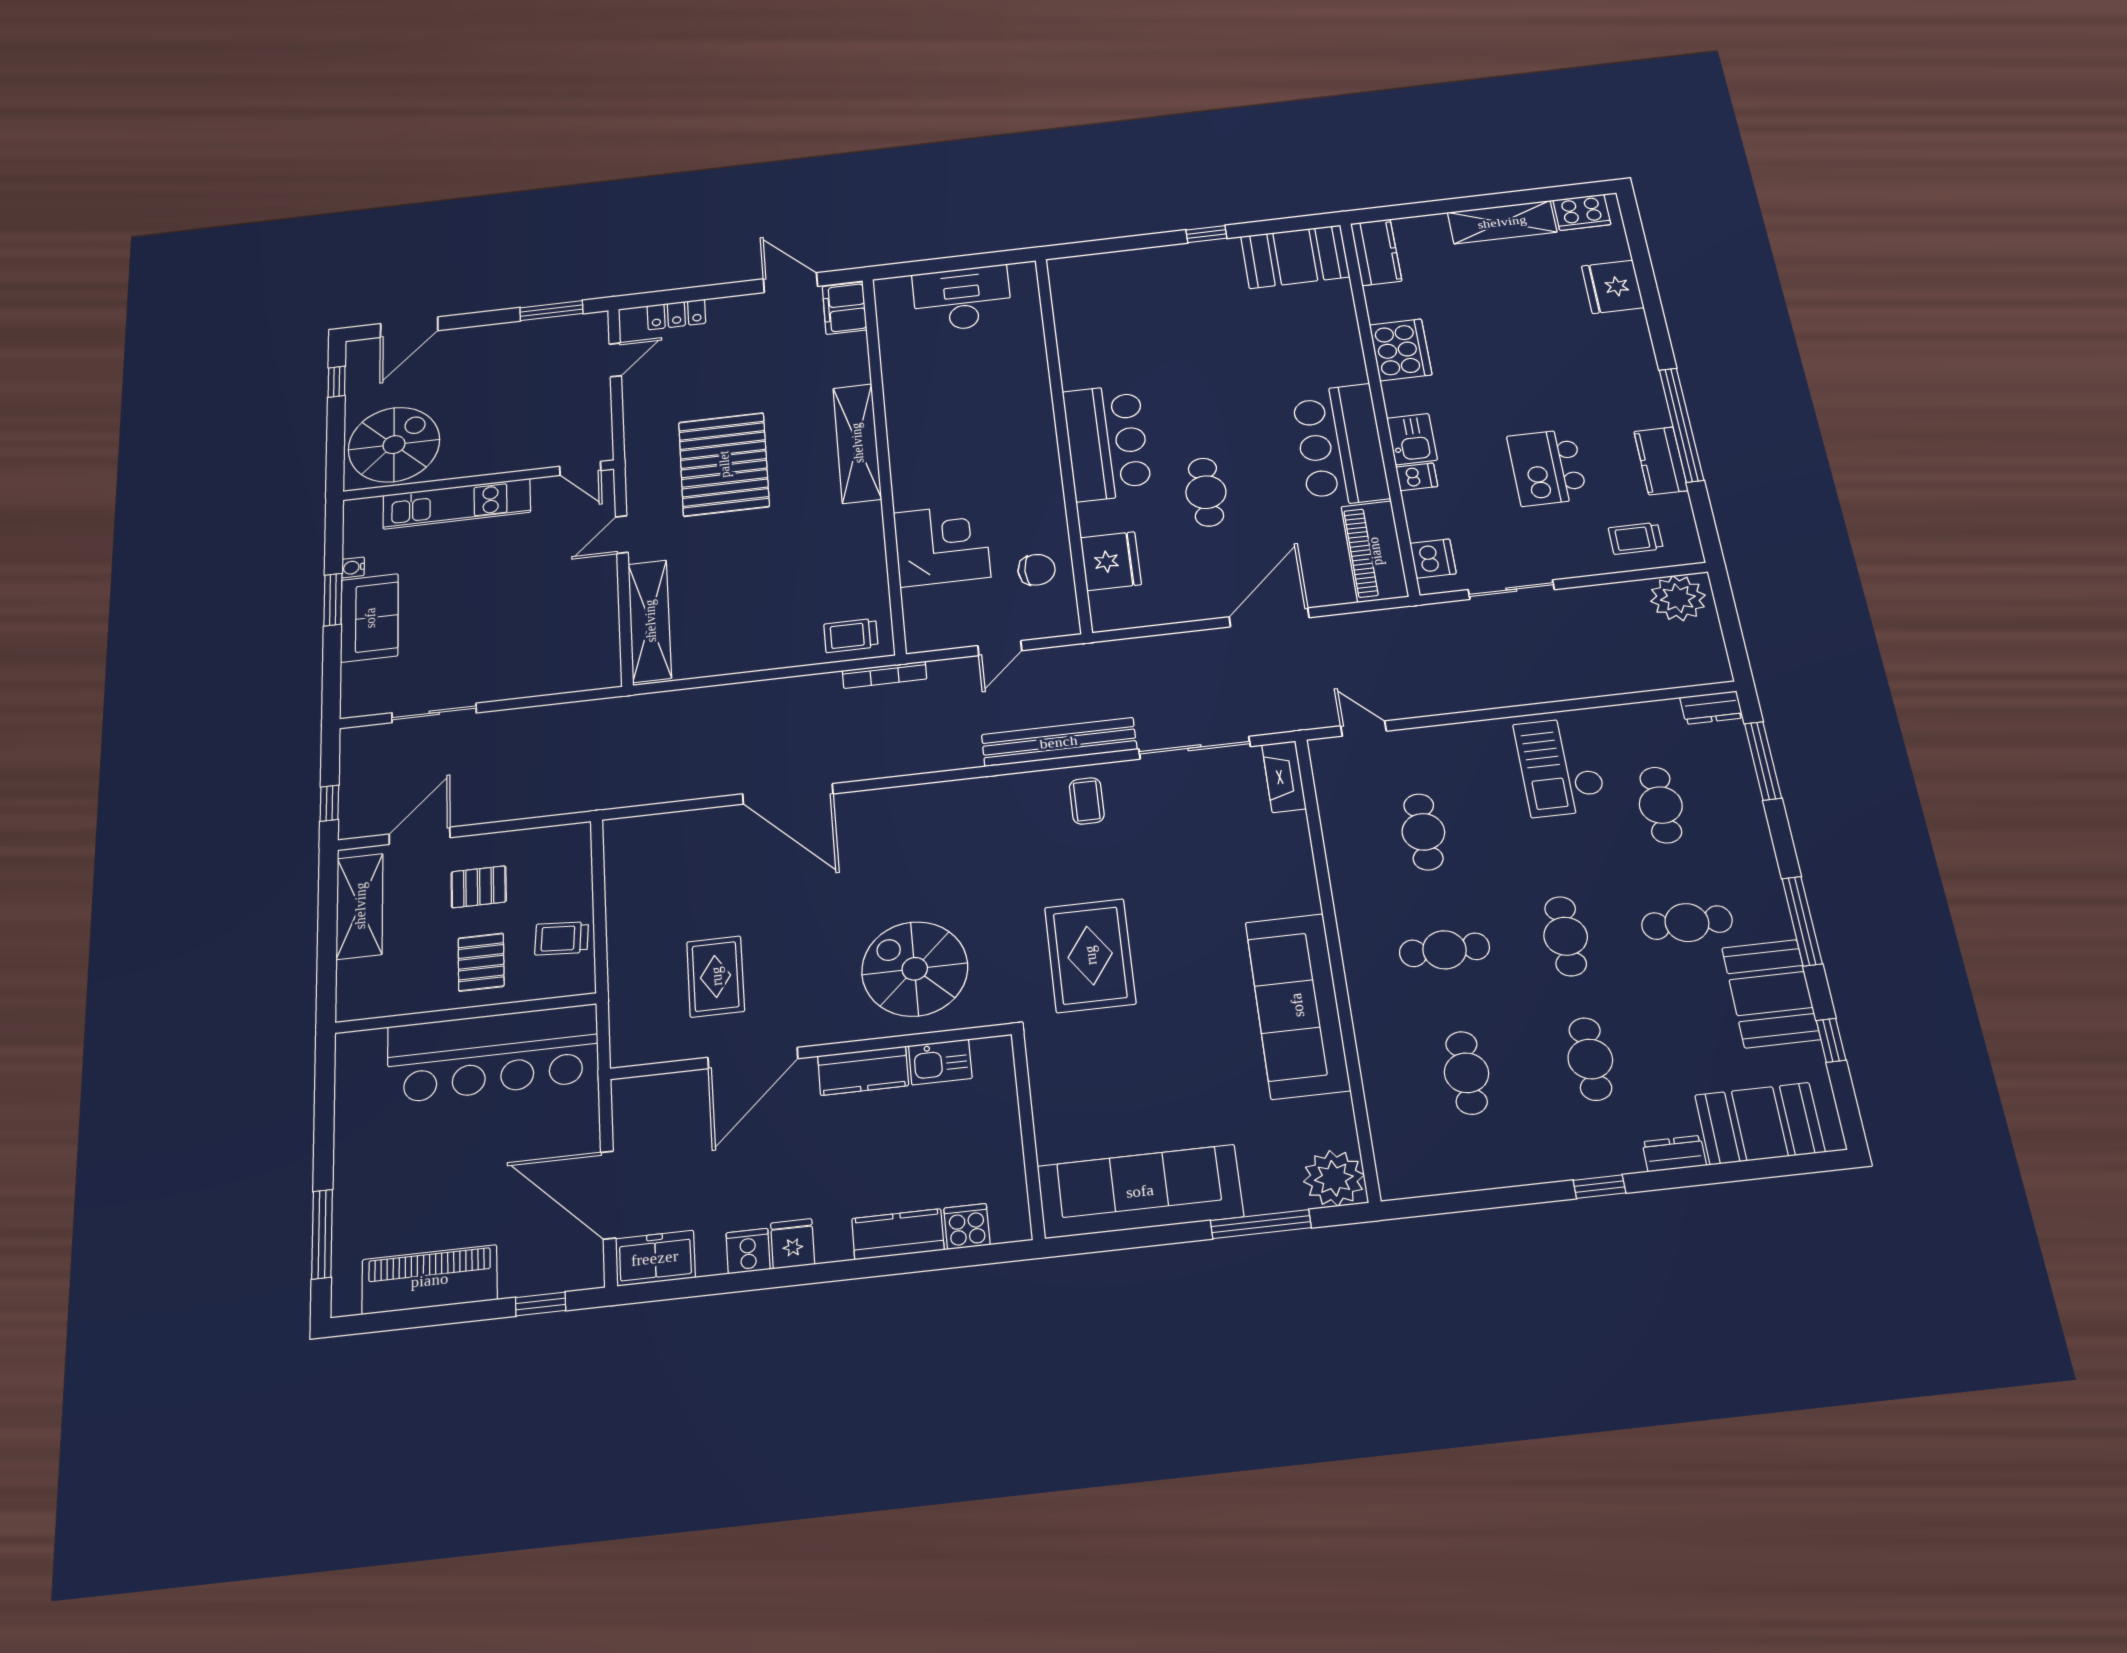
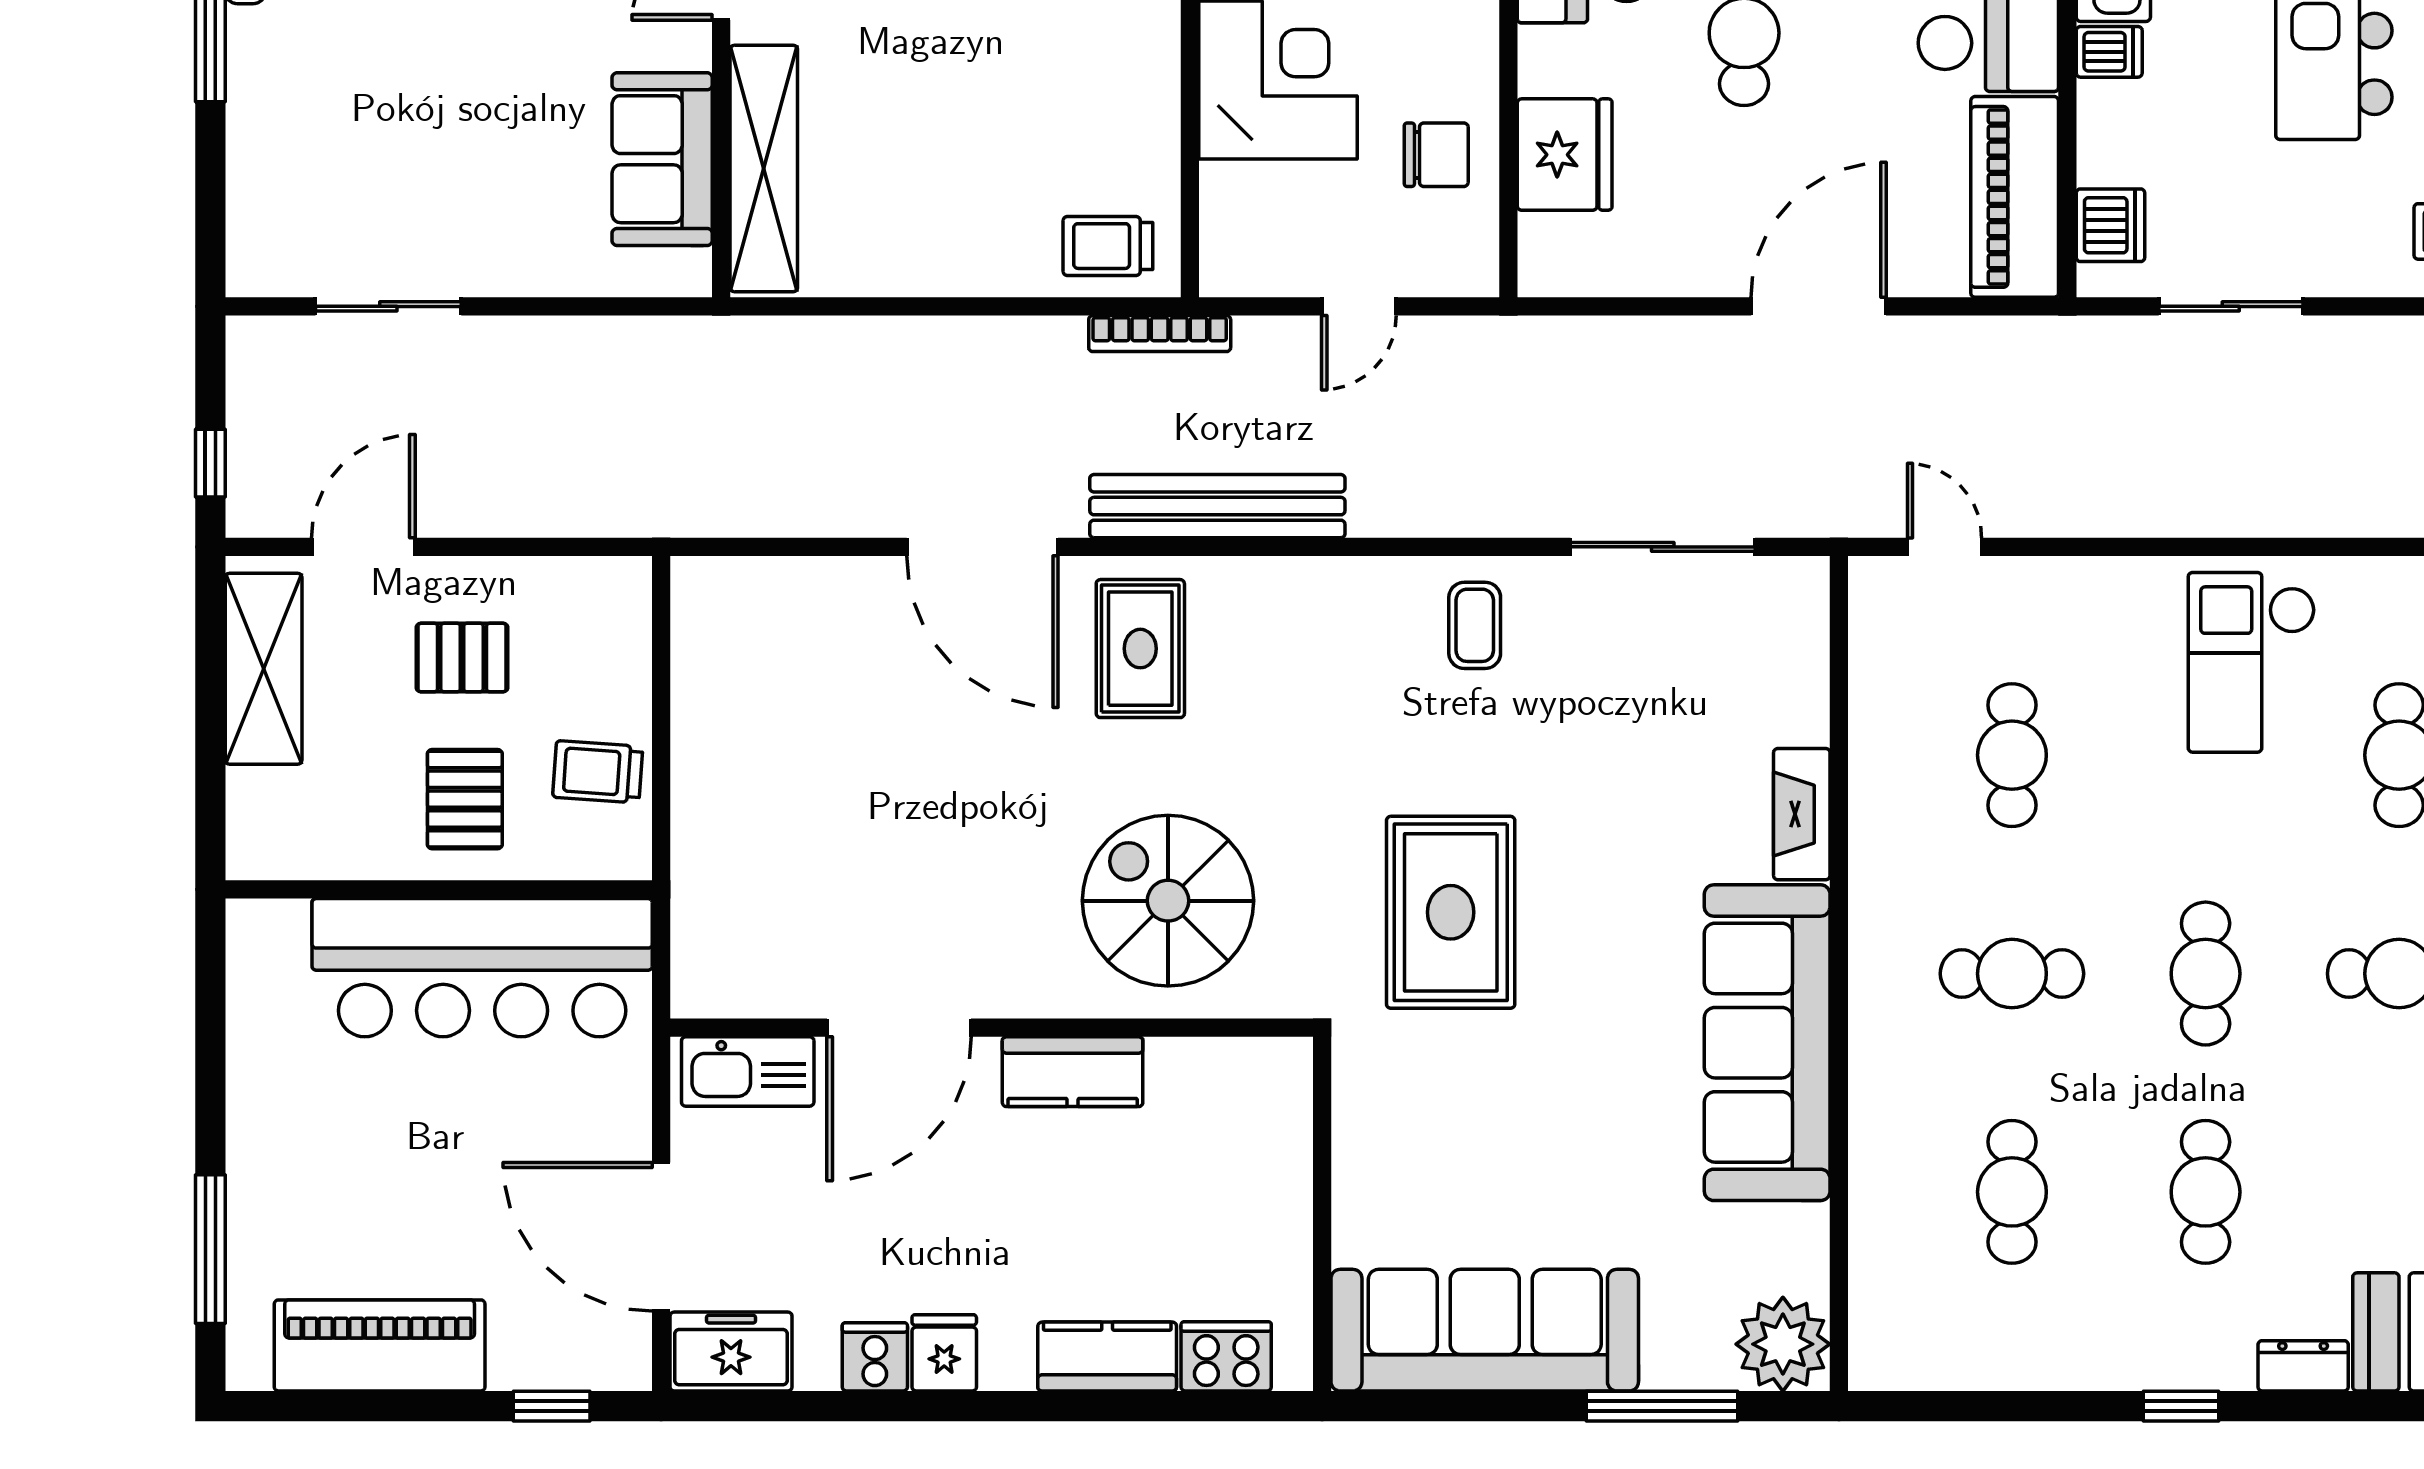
sofa: (370, 618) -> (662, 159), moved, turned 180
bench: (1059, 742) -> (1217, 506), moved
fireplace: (1284, 777) -> (1802, 814), moved
rug: (716, 976) -> (1140, 649), moved
kitchen sink: (940, 1062) -> (748, 1071), moved, width x1.38
cooker: (967, 1226) -> (1226, 1356), width x1.36

